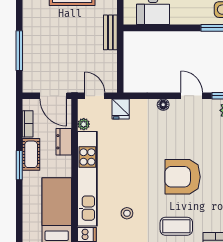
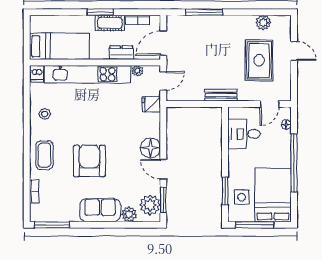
door: (192, 96) -> (163, 169), swing flipped
floor lamp: (163, 105) -> (150, 148), width x1.89, depth x1.89
stool: (127, 213) -> (45, 114), moved

